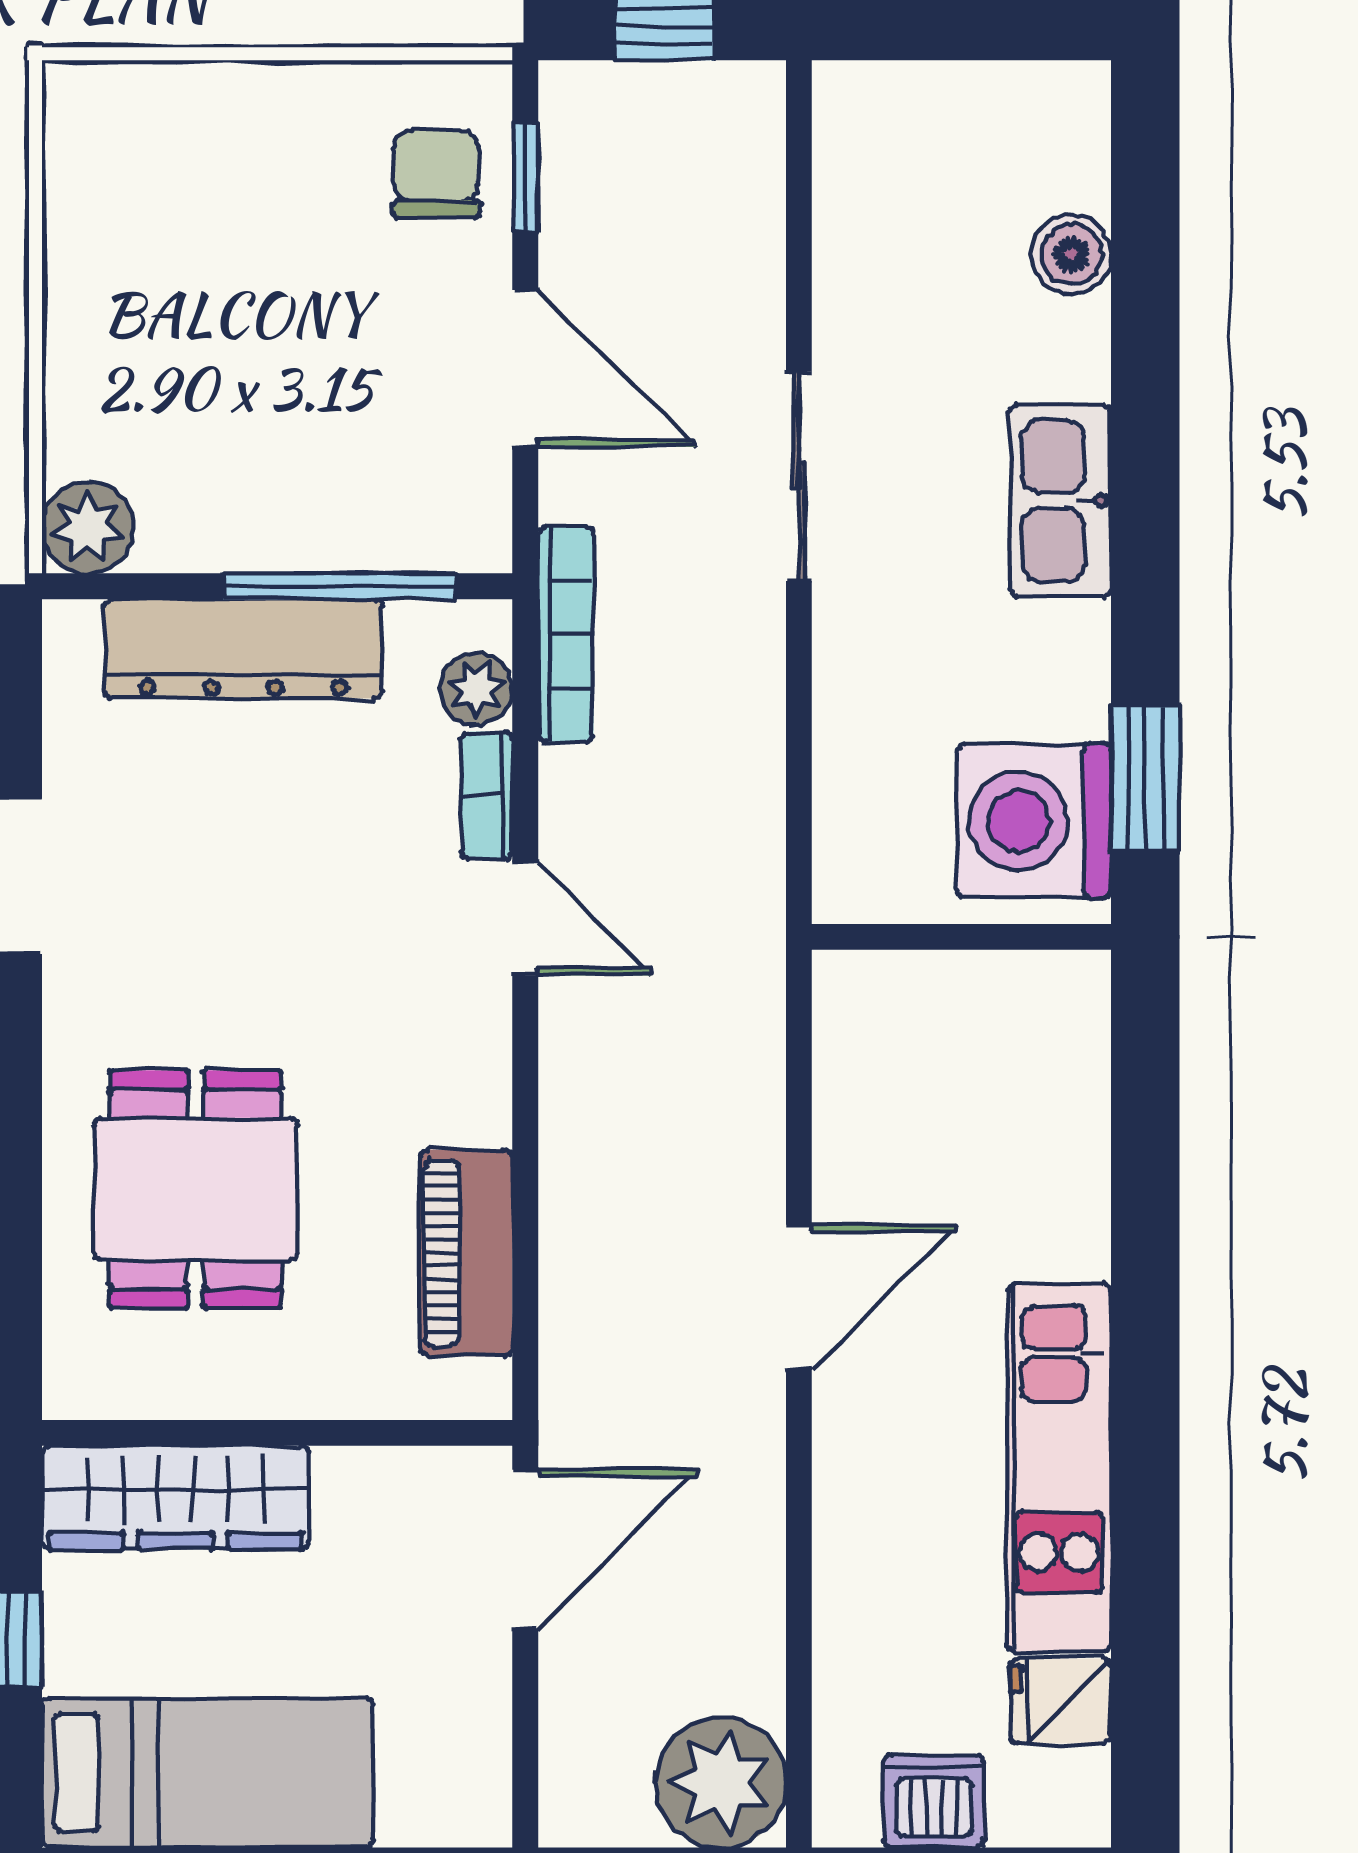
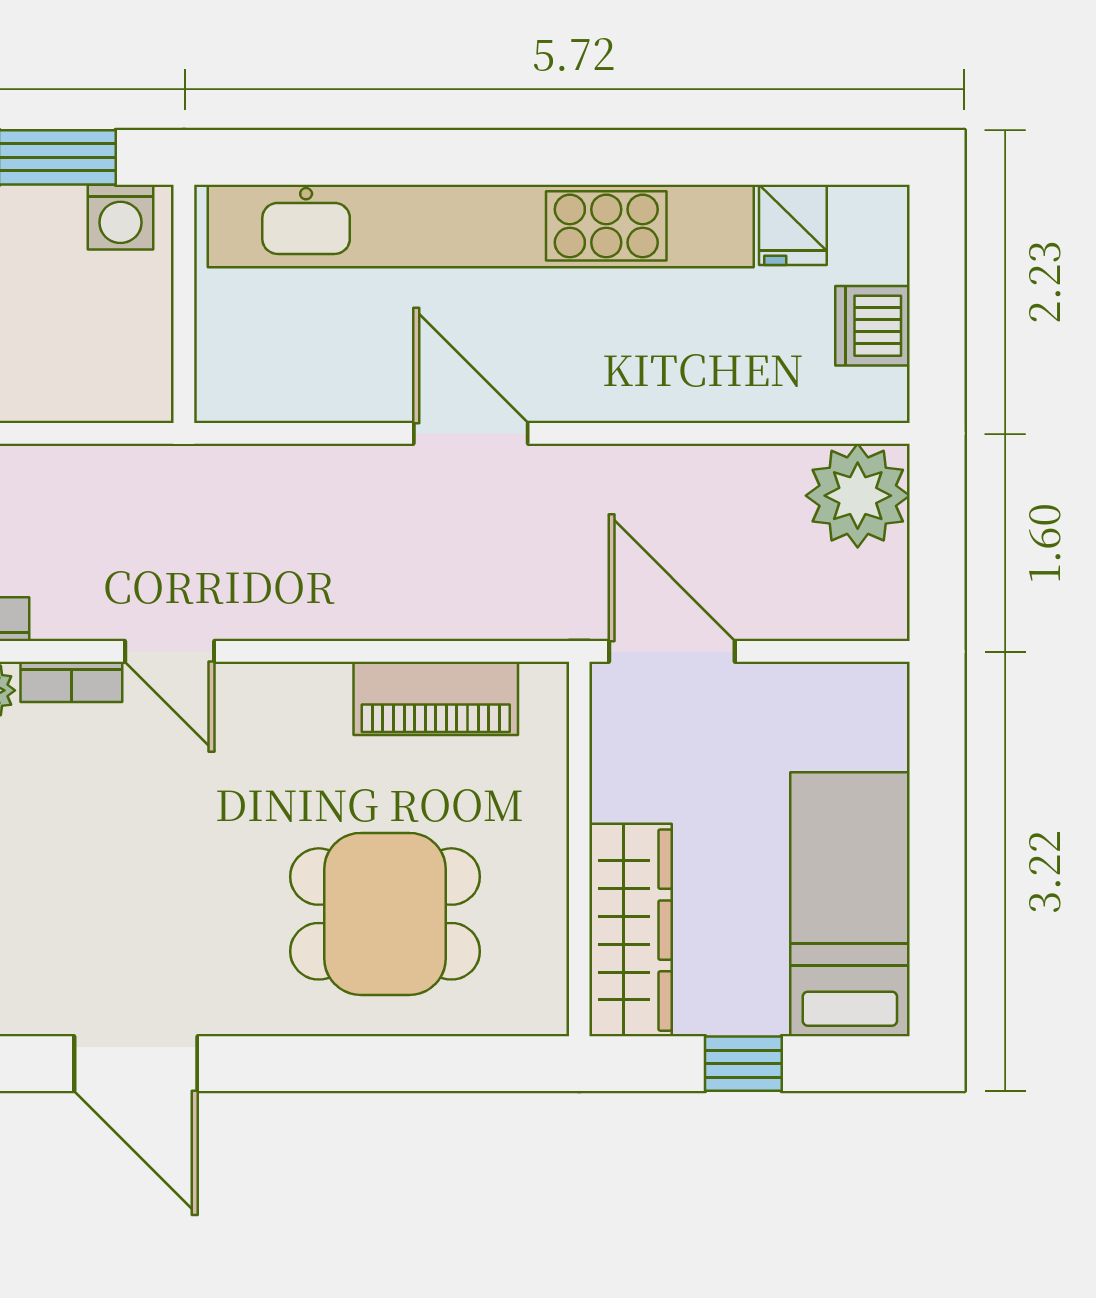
washing machine: (1034, 821) -> (120, 217), width x0.53, depth x0.53
door: (525, 919) -> (170, 651), swing flipped
kitchen unit: (1059, 1468) -> (481, 226), width x1.86

